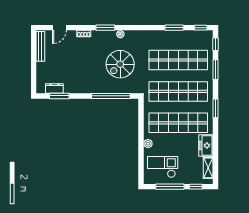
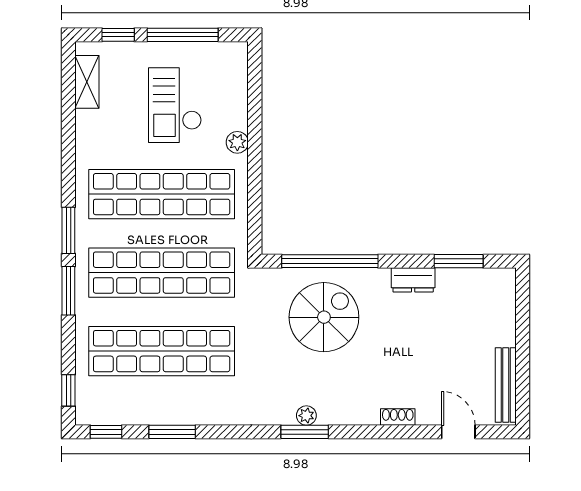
door: (59, 28) -> (458, 432), hinge flipped
window: (105, 28) -> (305, 432), moved
spiral stairs: (120, 64) -> (324, 317), moved
window: (216, 70) -> (68, 291), moved
dresser: (54, 88) -> (413, 280), moved
freezer: (206, 146) -> (93, 137), removed
checkout: (163, 167) -> (175, 105), moved, turned 90

